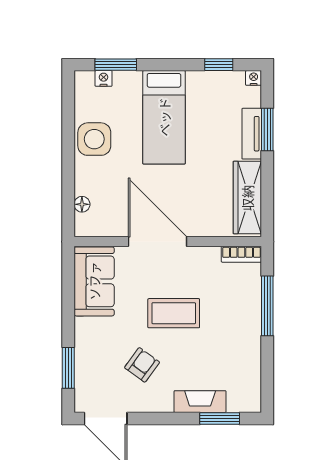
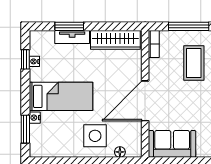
nightstand: (104, 78) -> (35, 118), moved
nightstand: (254, 78) -> (34, 61), moved
side table: (94, 139) -> (95, 136), moved
coffee table: (174, 313) -> (194, 63), moved

